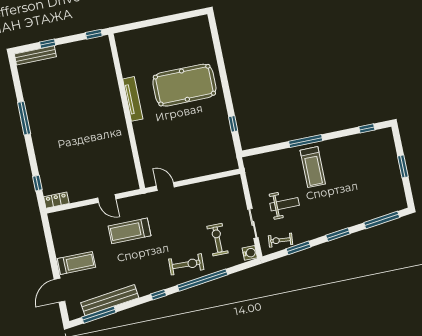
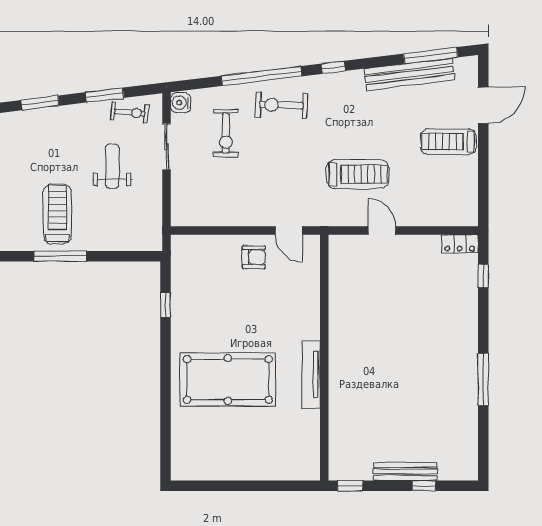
bench: (35, 55) -> (405, 472), moved
armchair: (184, 165) -> (254, 257), added
weight bench: (285, 204) -> (112, 166), turned 90

